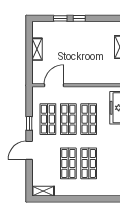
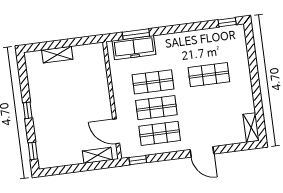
window: (60, 18) -> (33, 151), moved
shelving: (37, 49) -> (97, 155), moved
window: (29, 123) -> (138, 160), moved
shop shelf: (68, 163) -> (212, 100), removed

